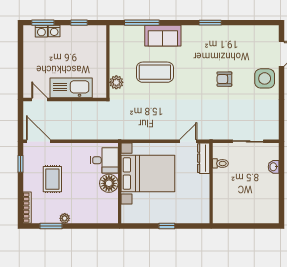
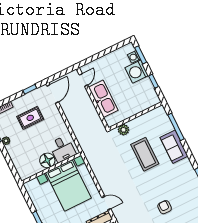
washing machine: (54, 31) -> (137, 72), width x1.89, depth x1.89

